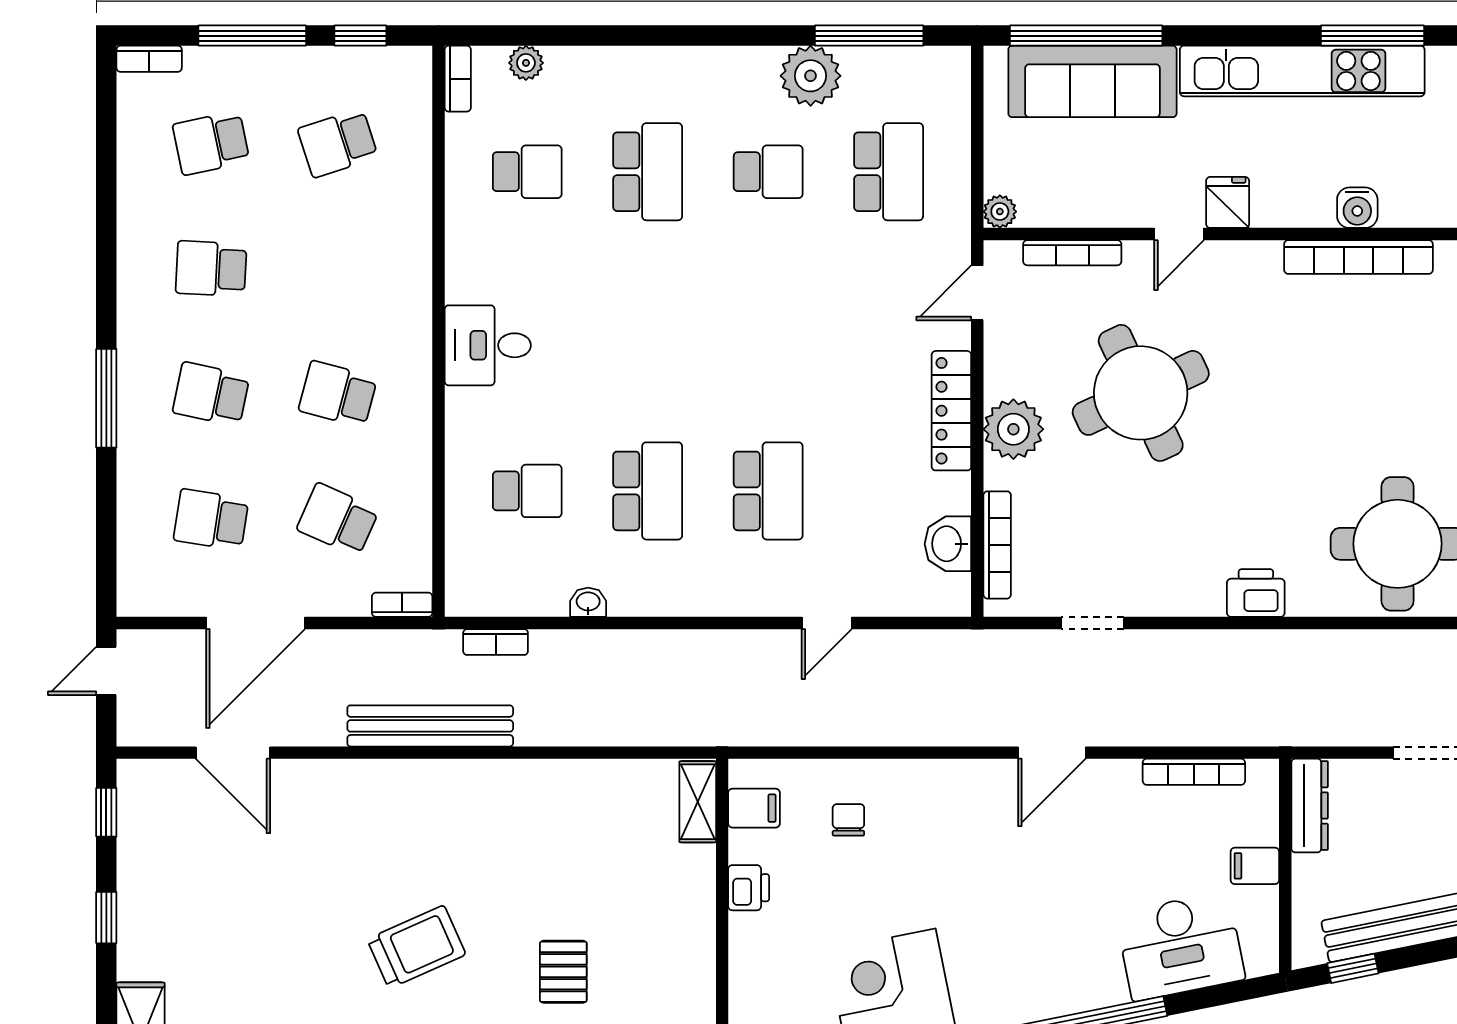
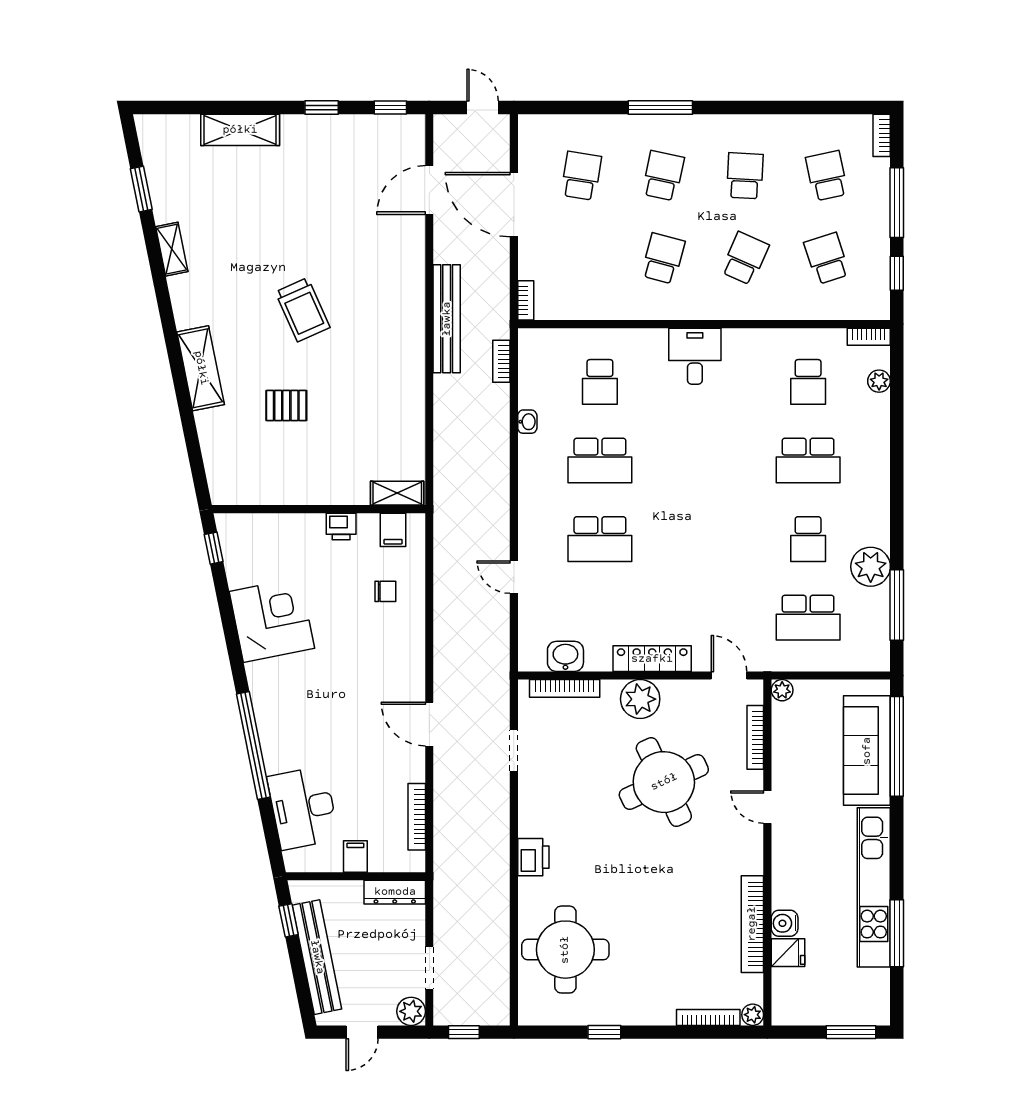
fridge: (1228, 202) -> (788, 953), moved
school desk: (338, 520) -> (745, 258), moved

